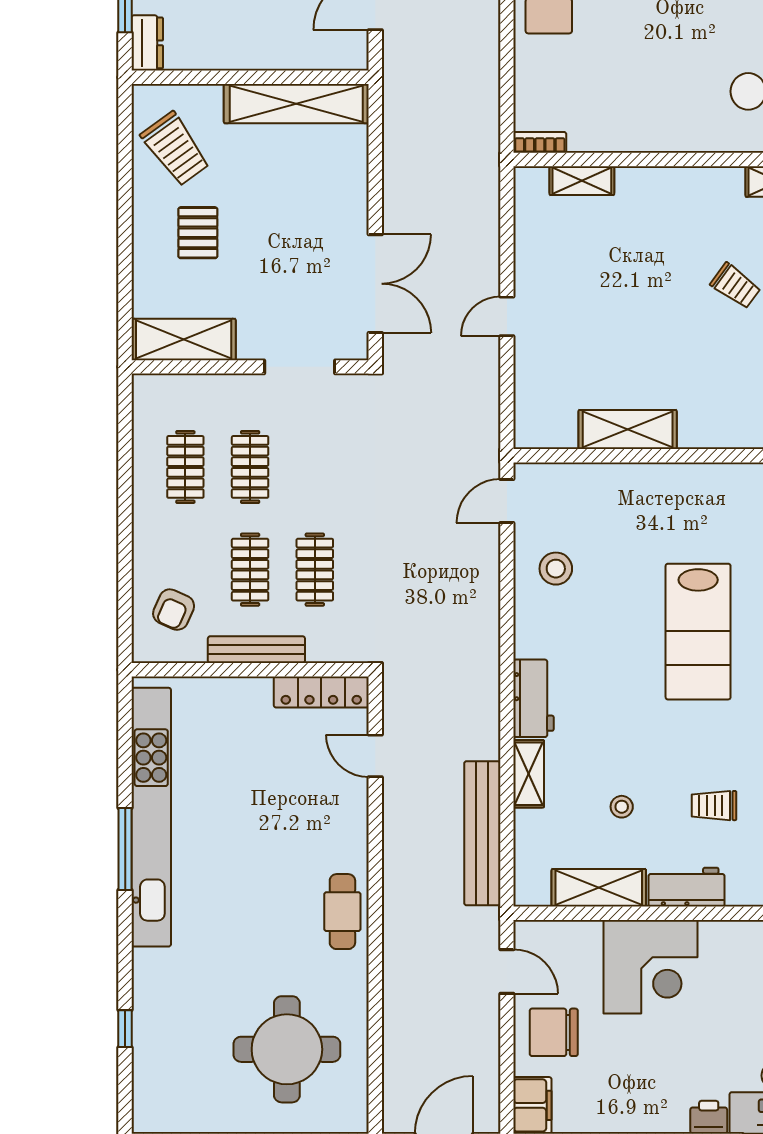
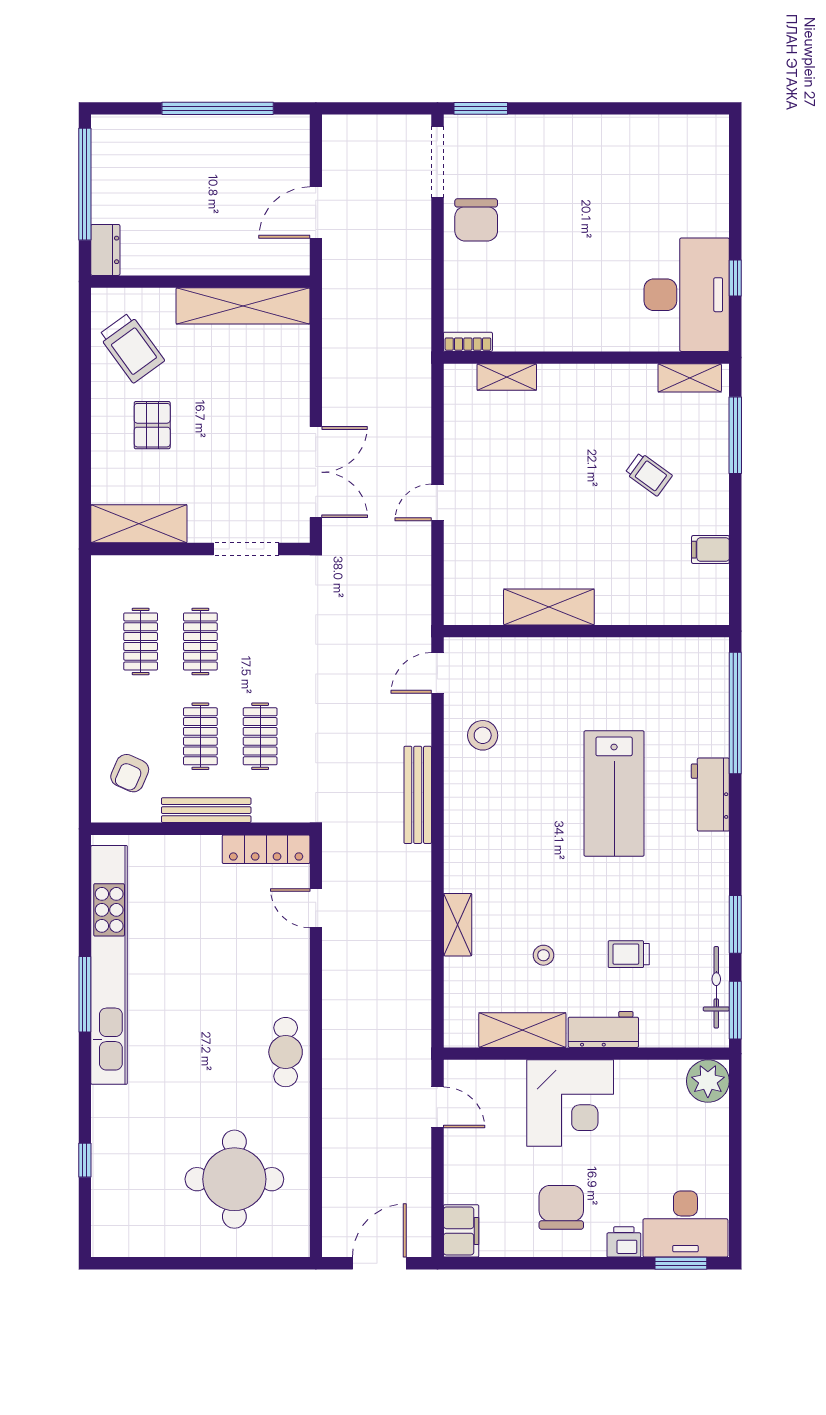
workbench: (533, 698) -> (462, 855), removed
bench: (482, 833) -> (418, 795), moved, width x0.73, depth x0.82
chair: (554, 1032) -> (561, 1207), moved, turned 90

